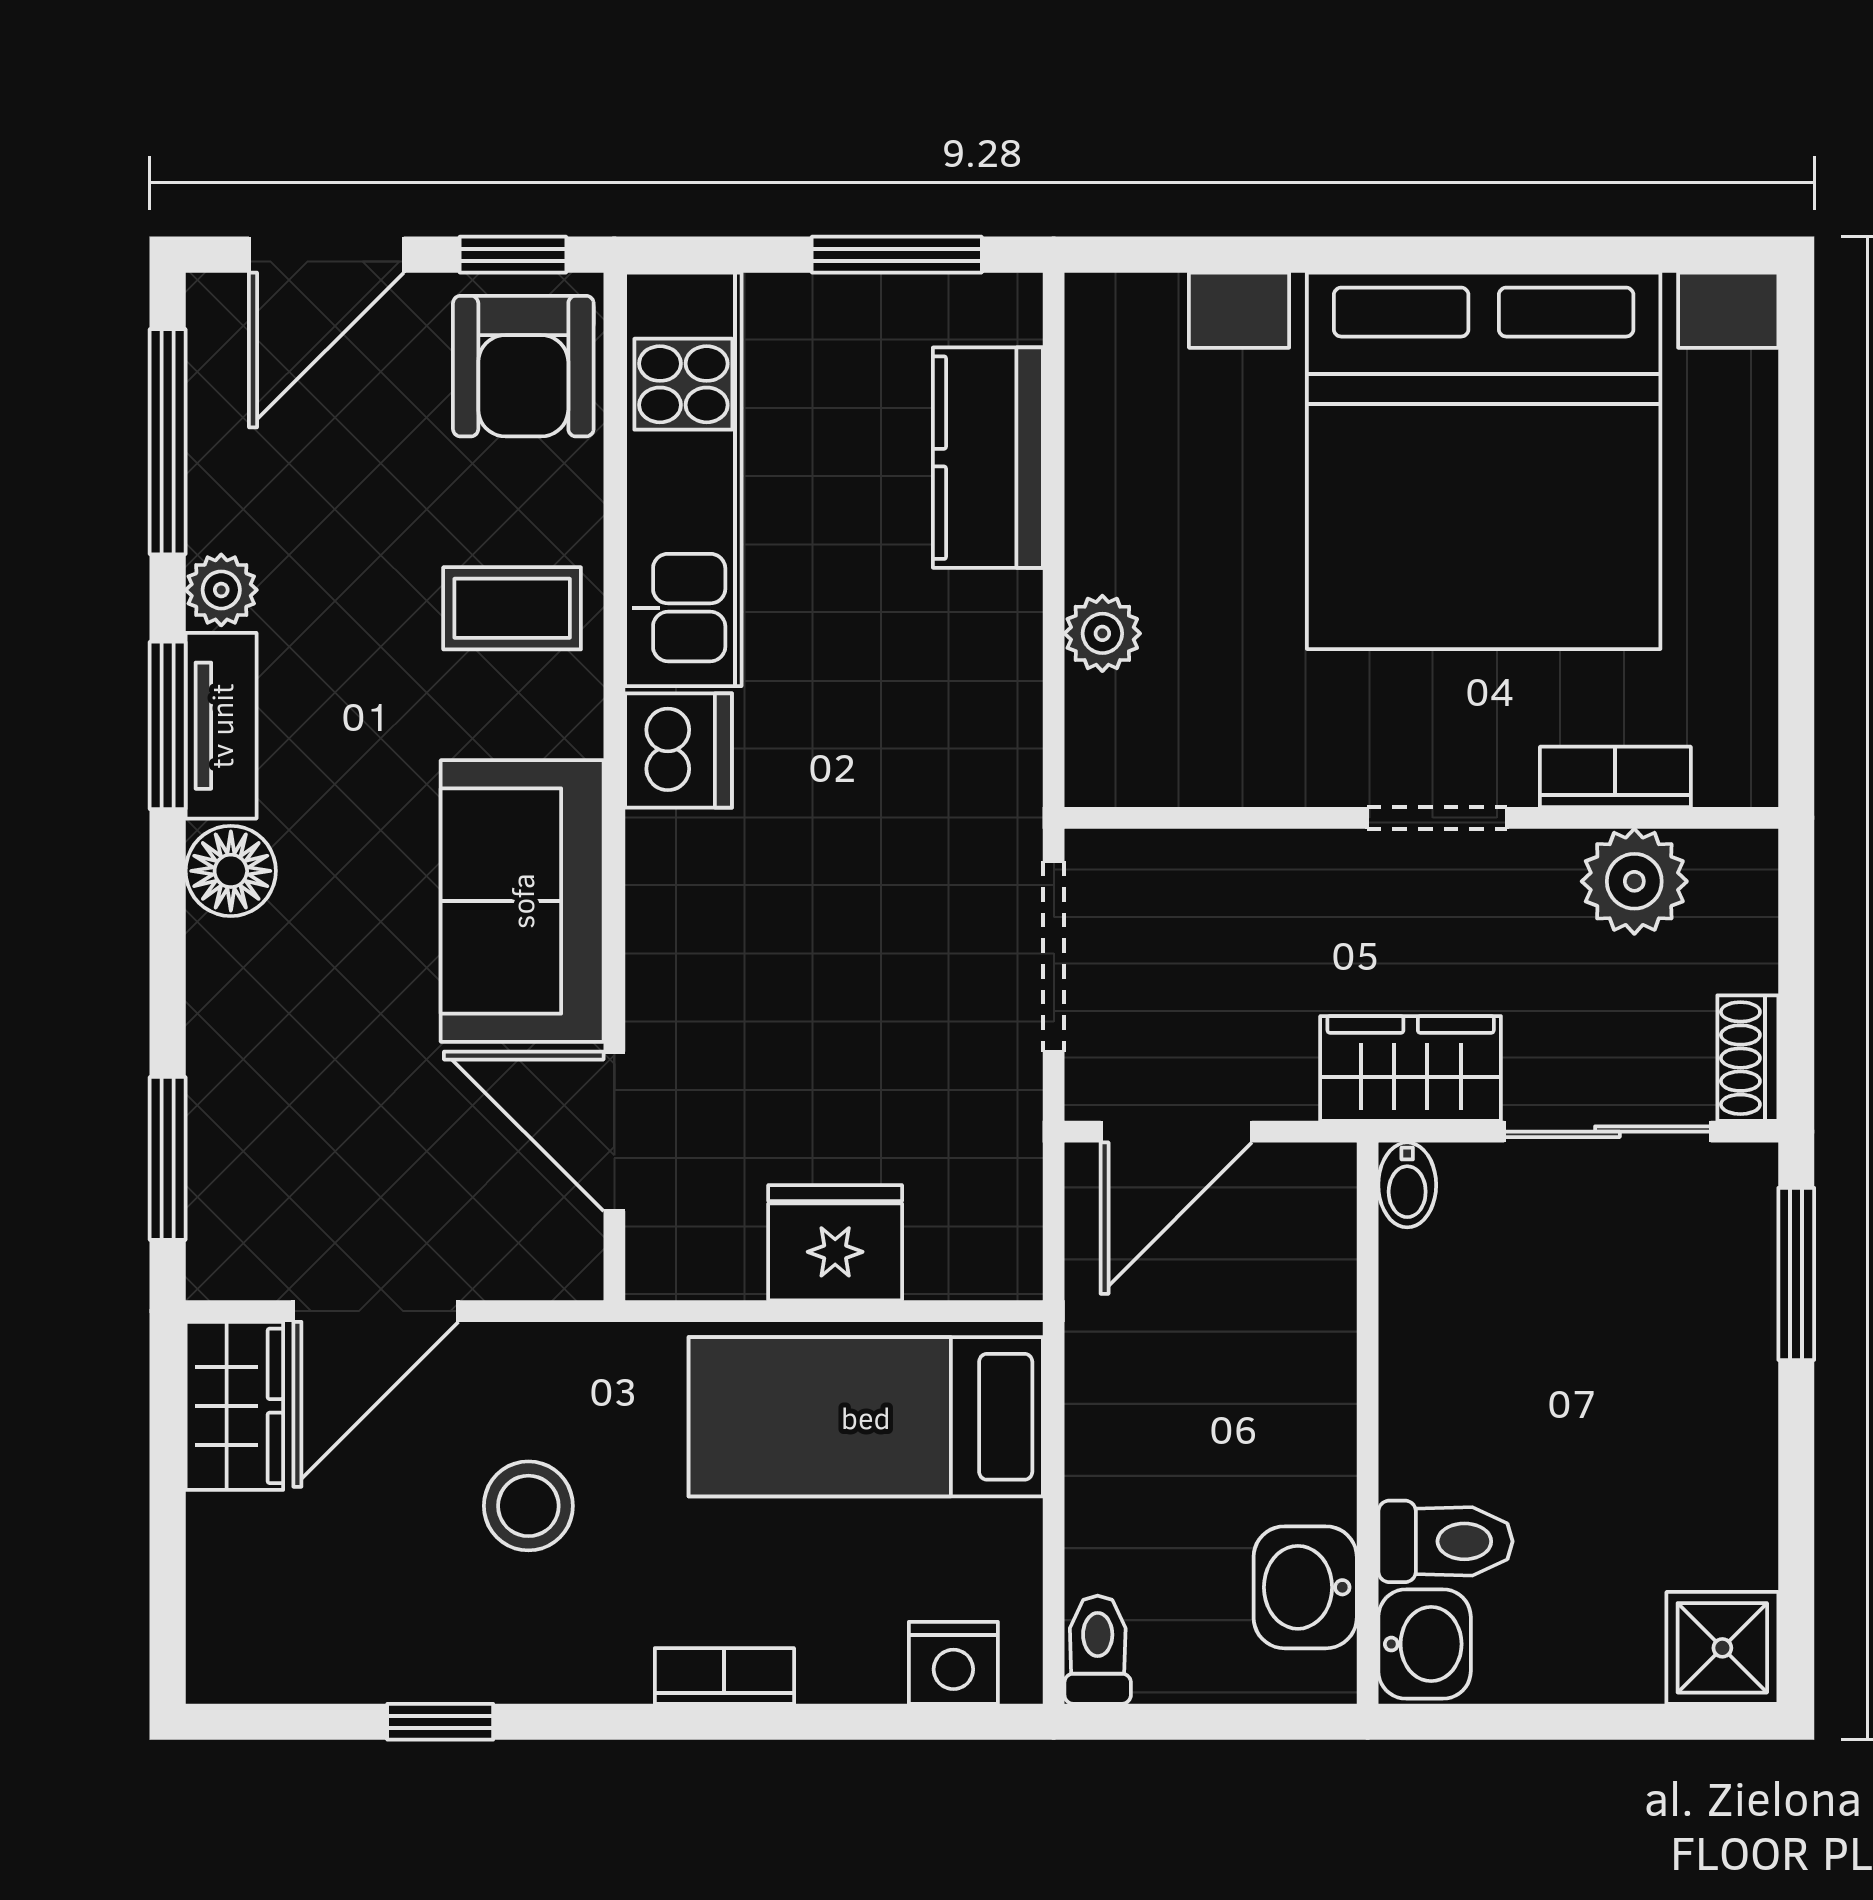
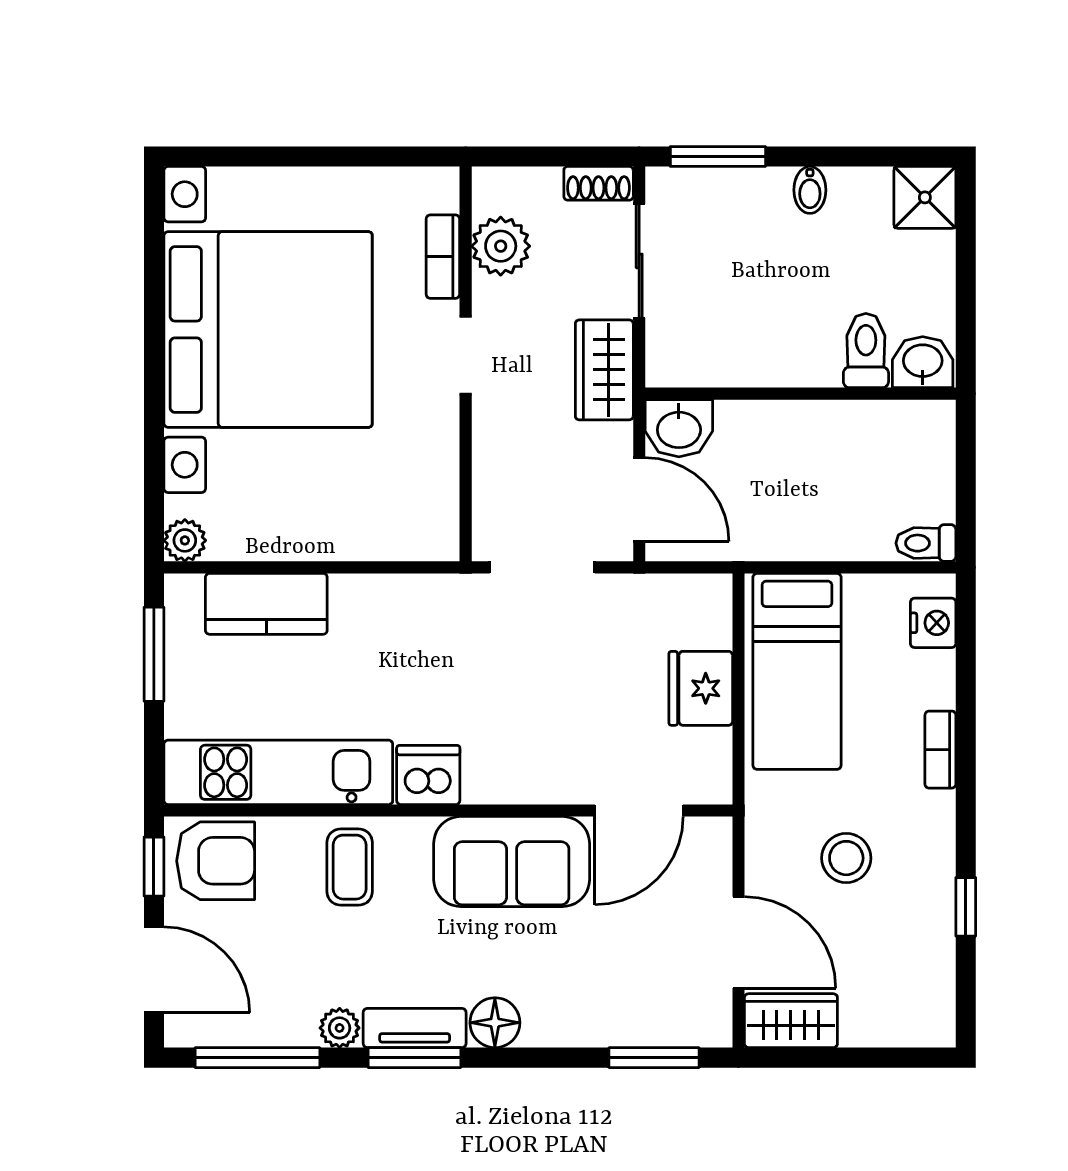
plant: (1102, 633) -> (185, 540), moved
bidet: (1407, 1185) -> (810, 190), moved, turned 90
washbasin: (1305, 1587) -> (679, 428), moved

